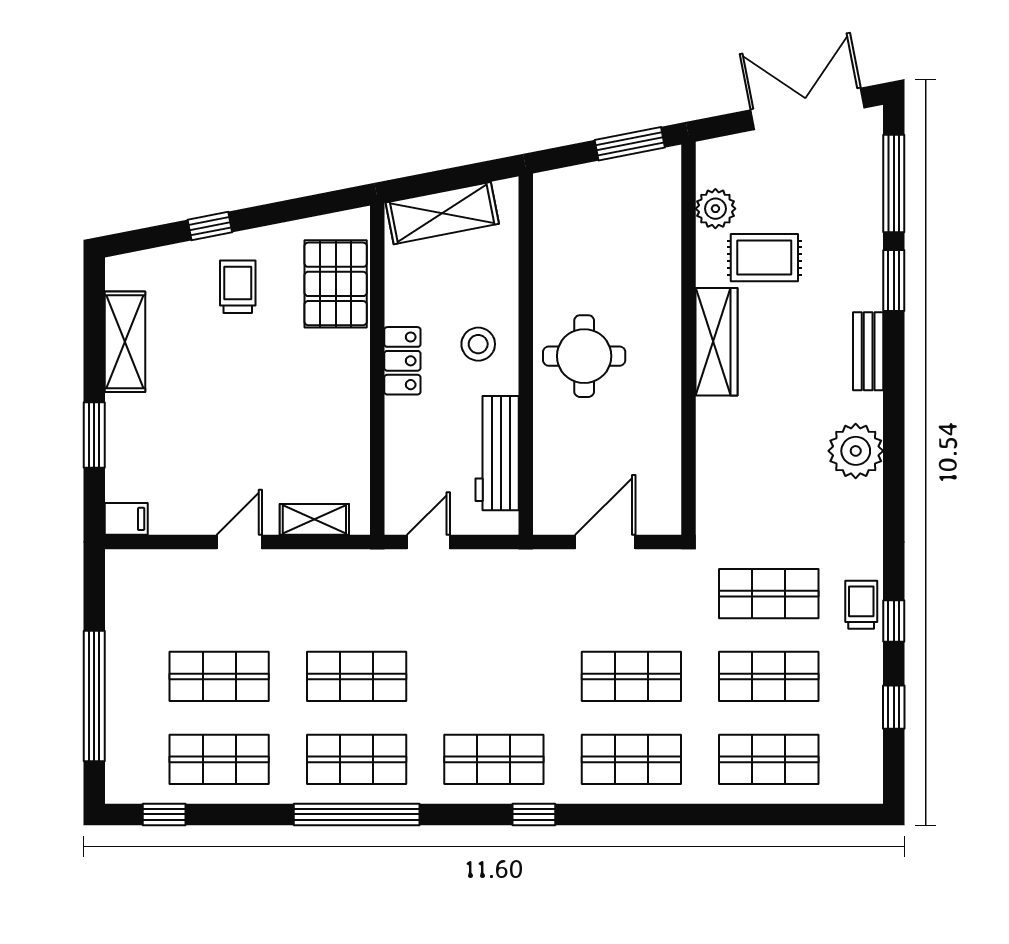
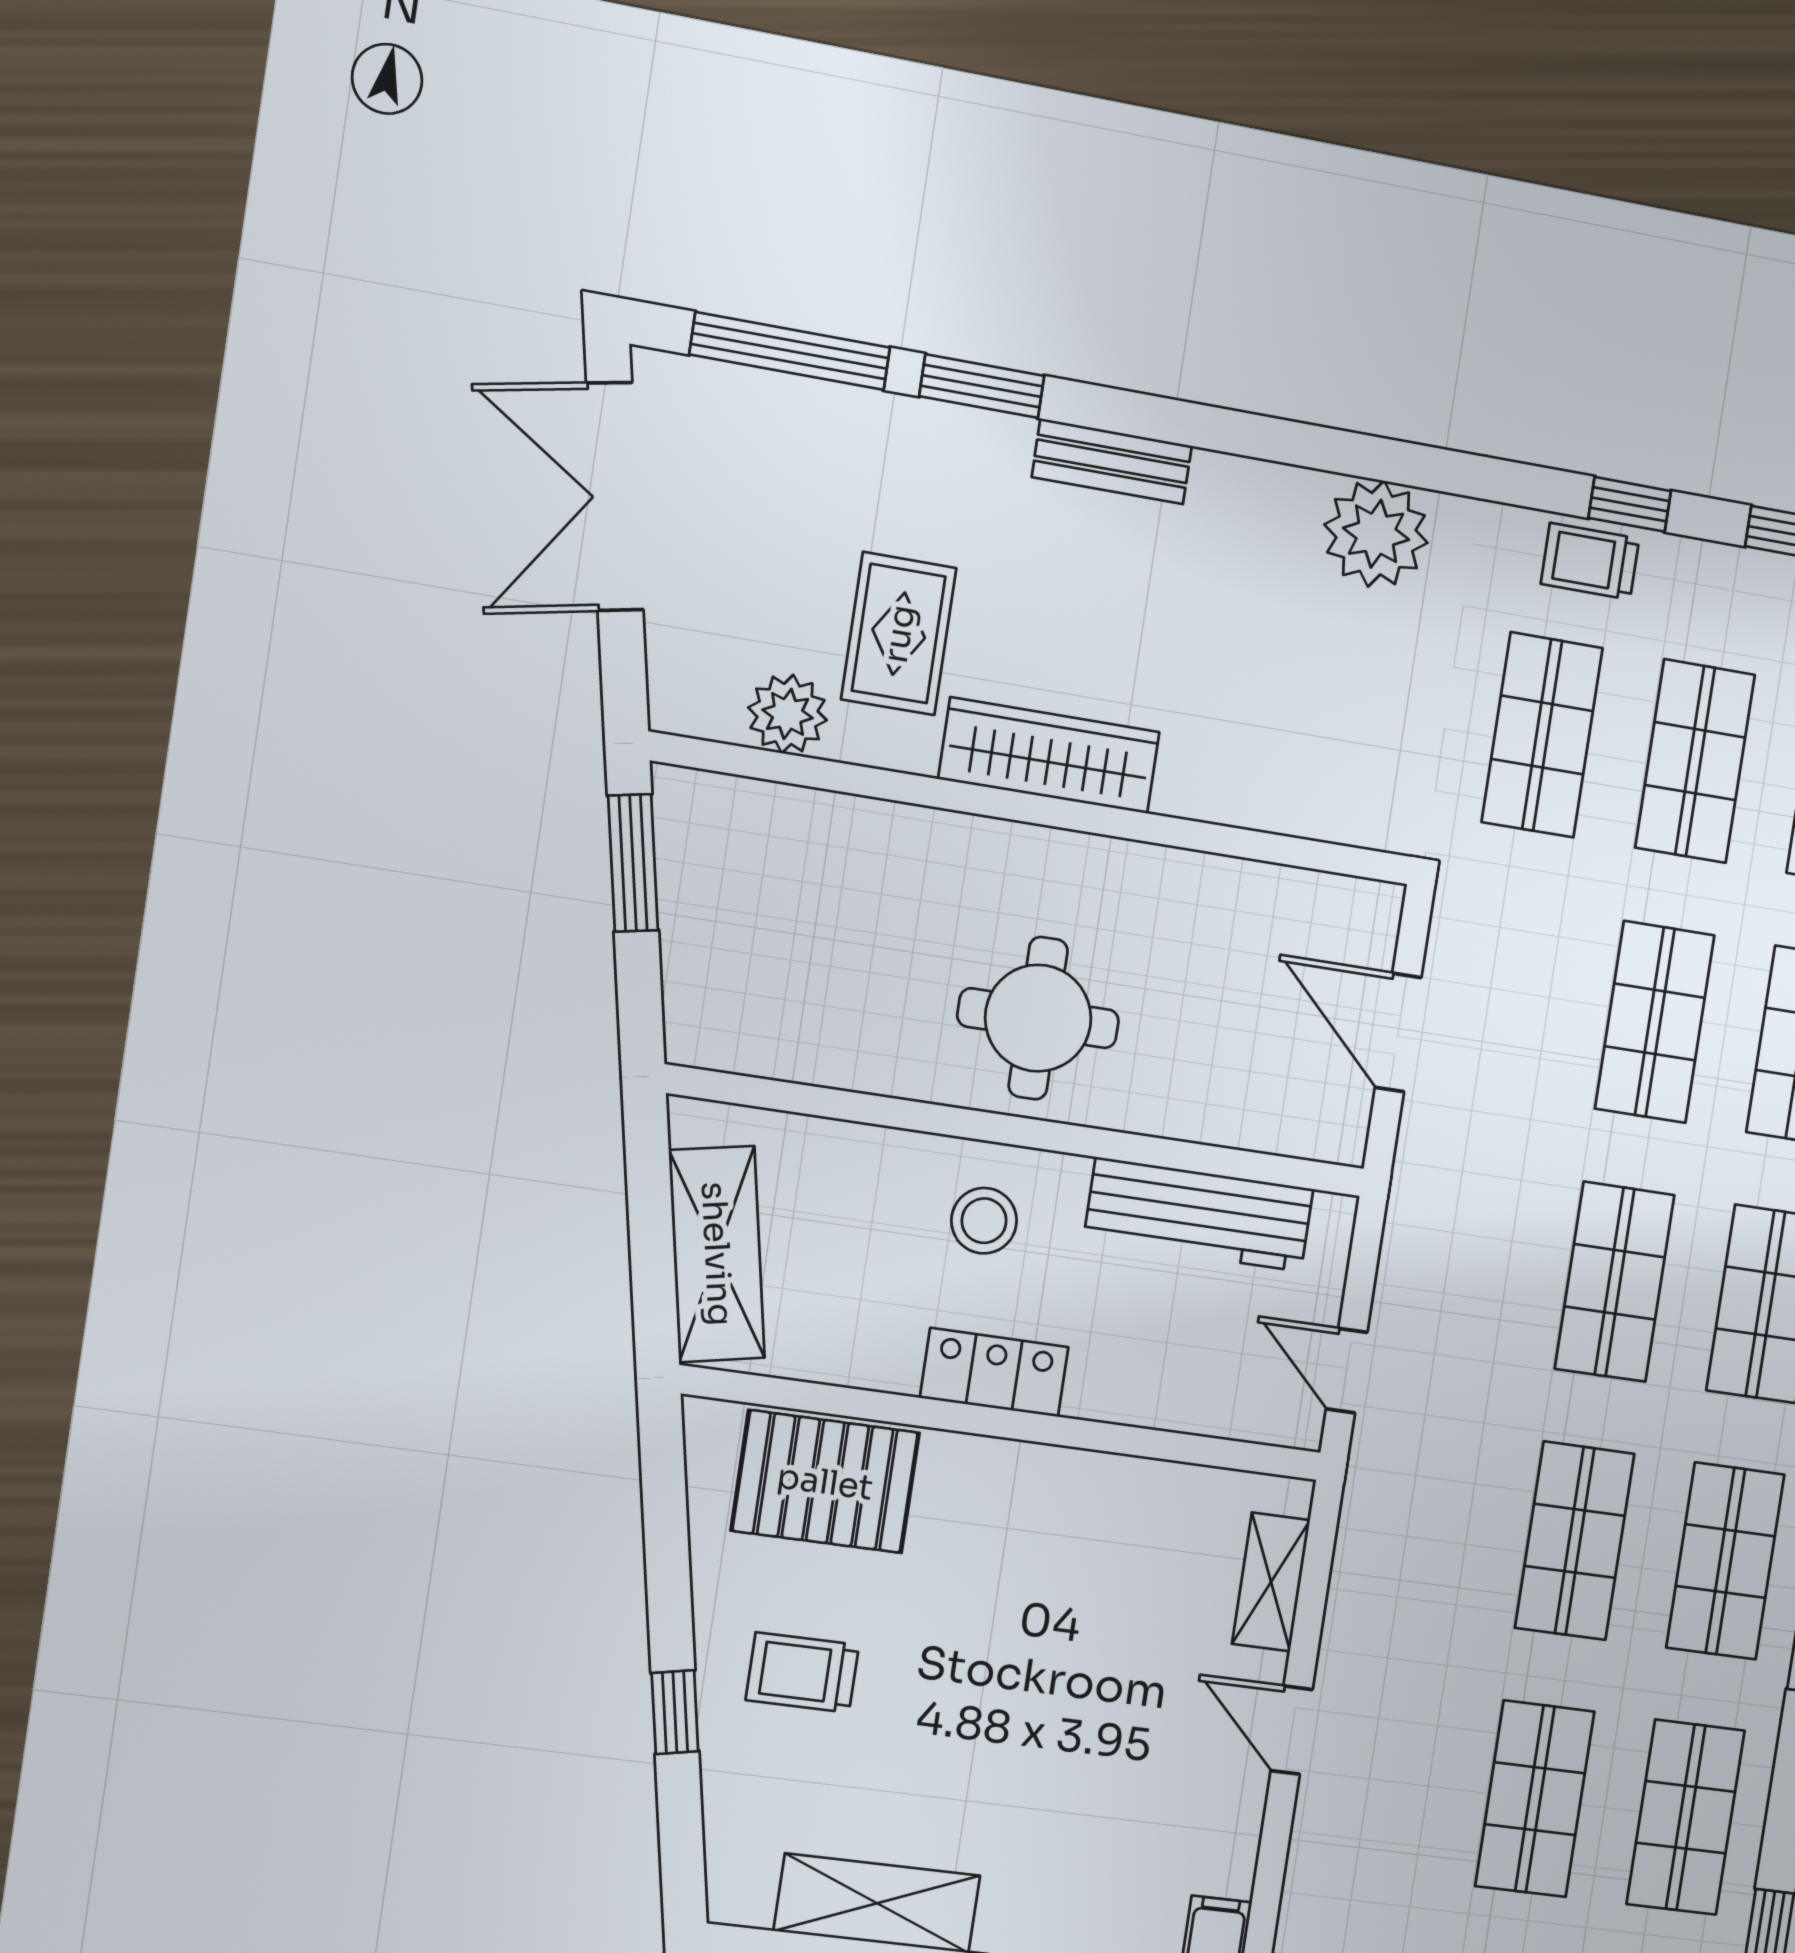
plant: (856, 451) -> (1376, 534), moved
shop shelf: (494, 676) -> (1615, 1282), added

